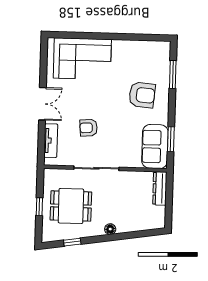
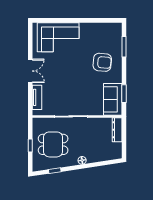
armchair: (89, 128) -> (64, 87), removed

